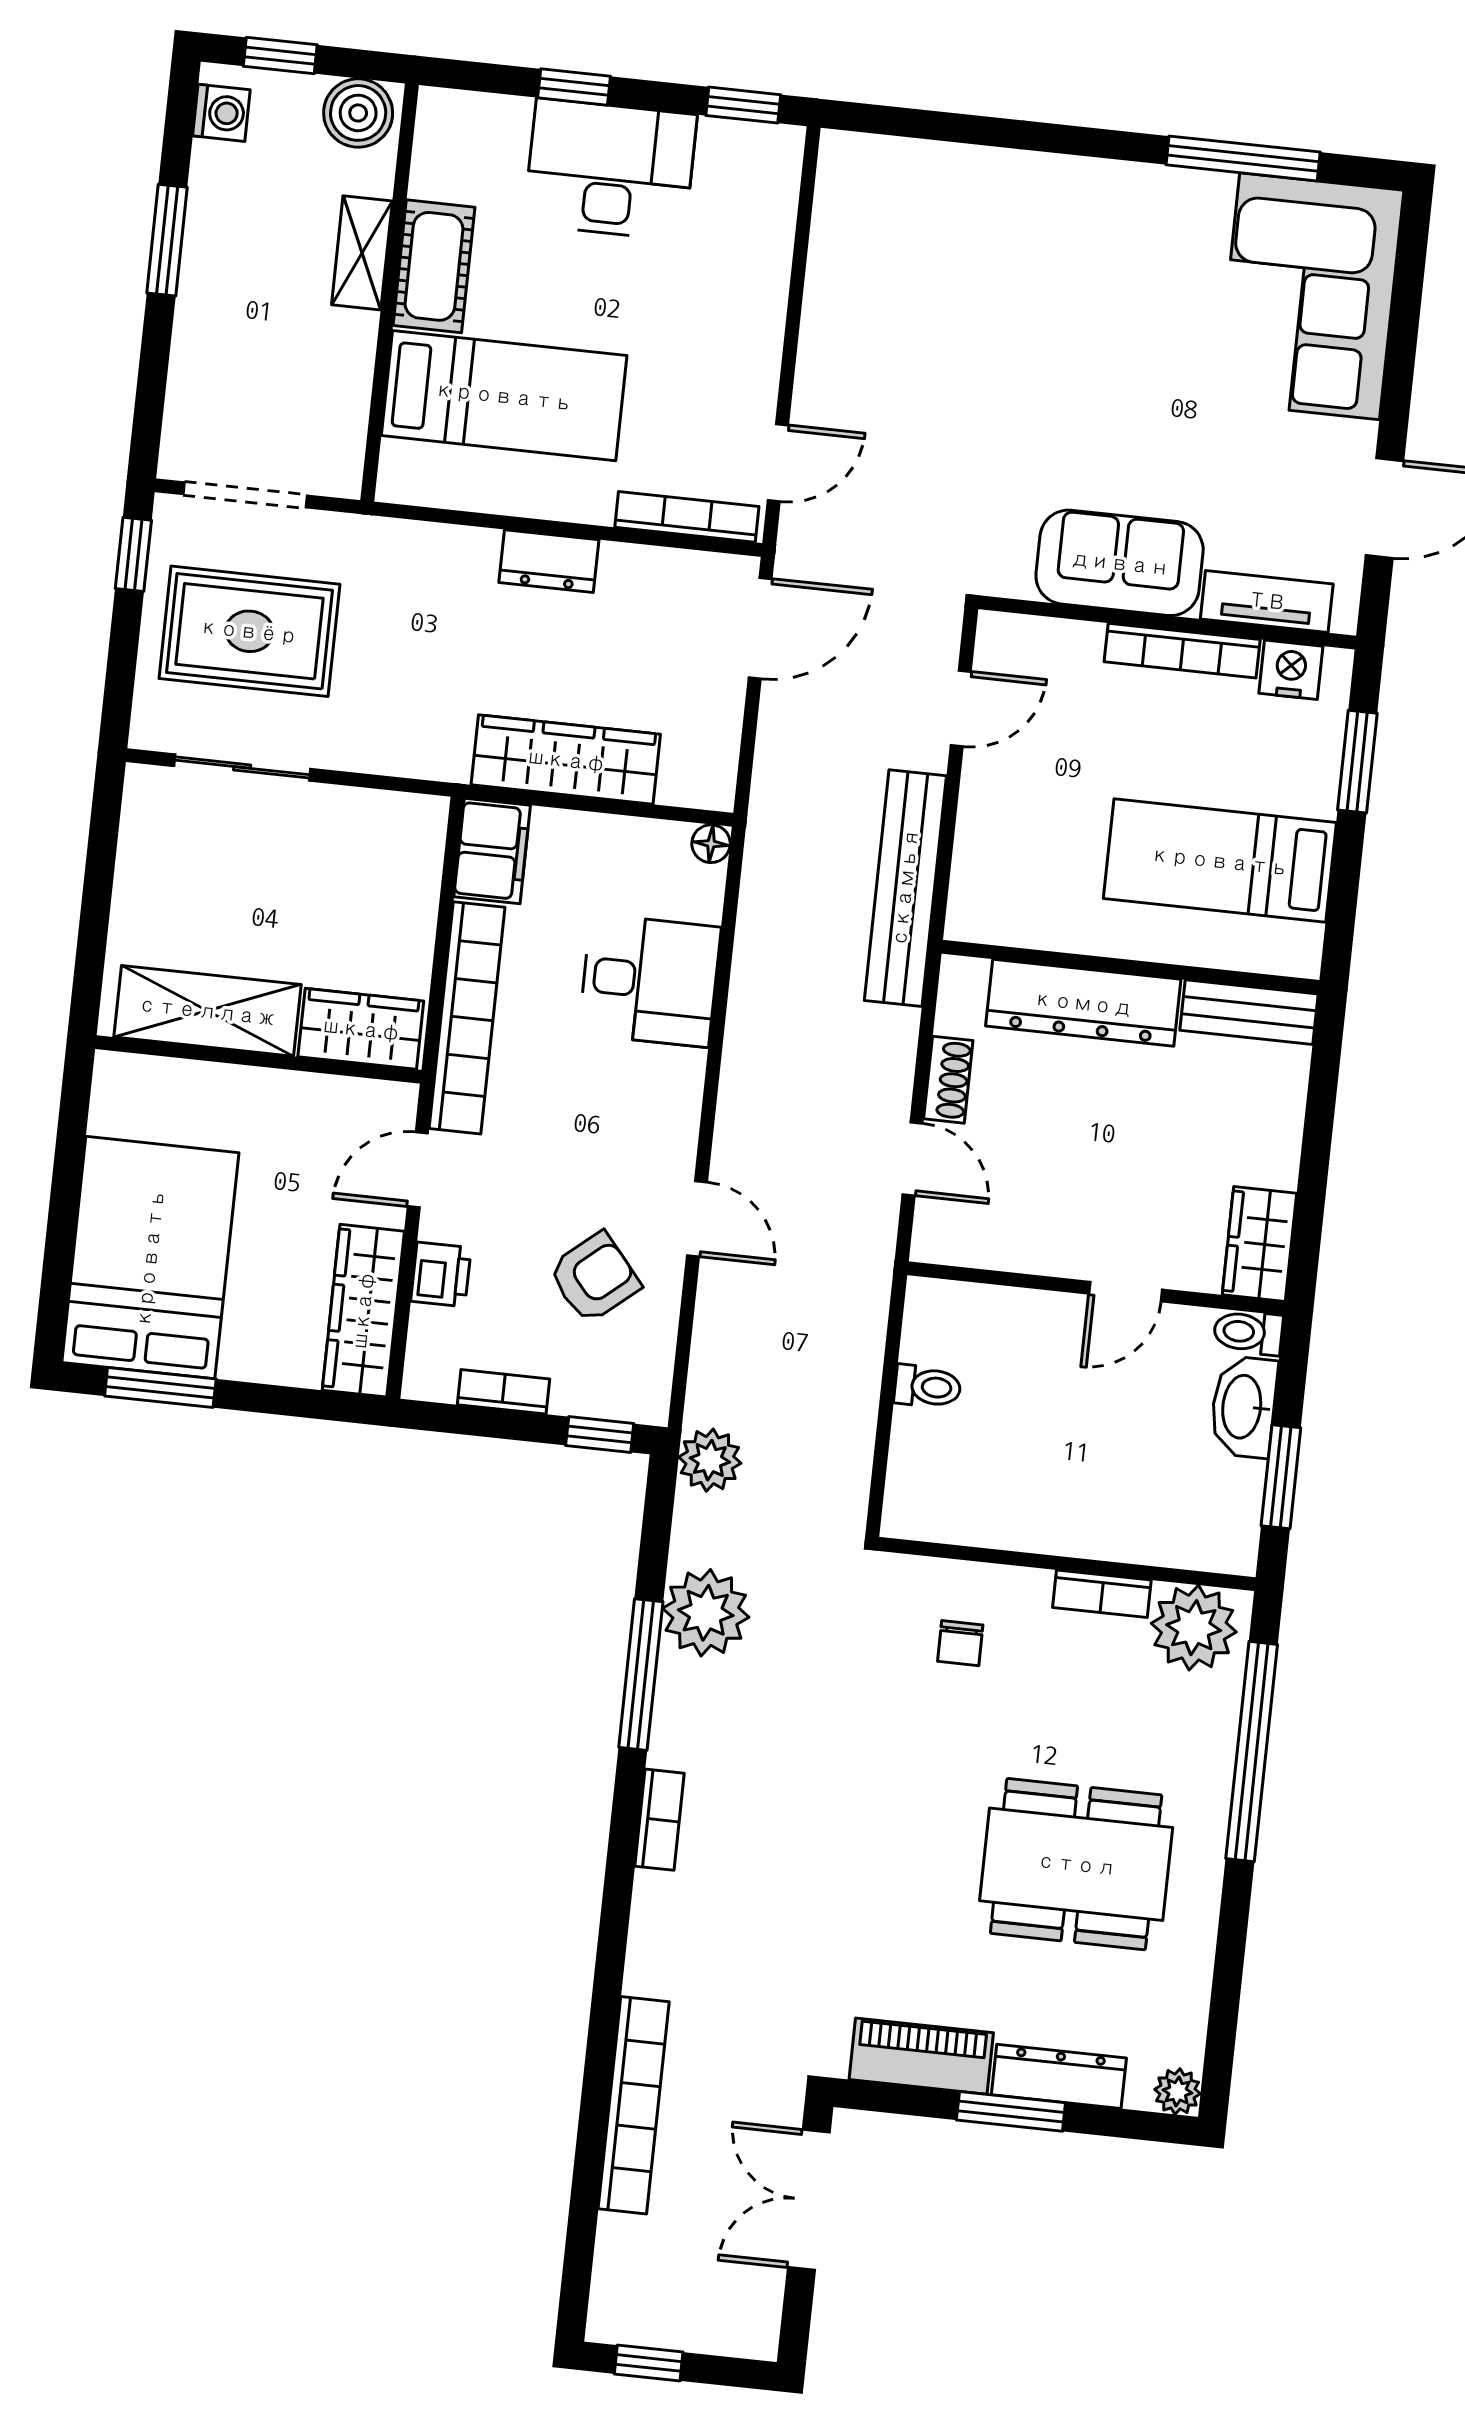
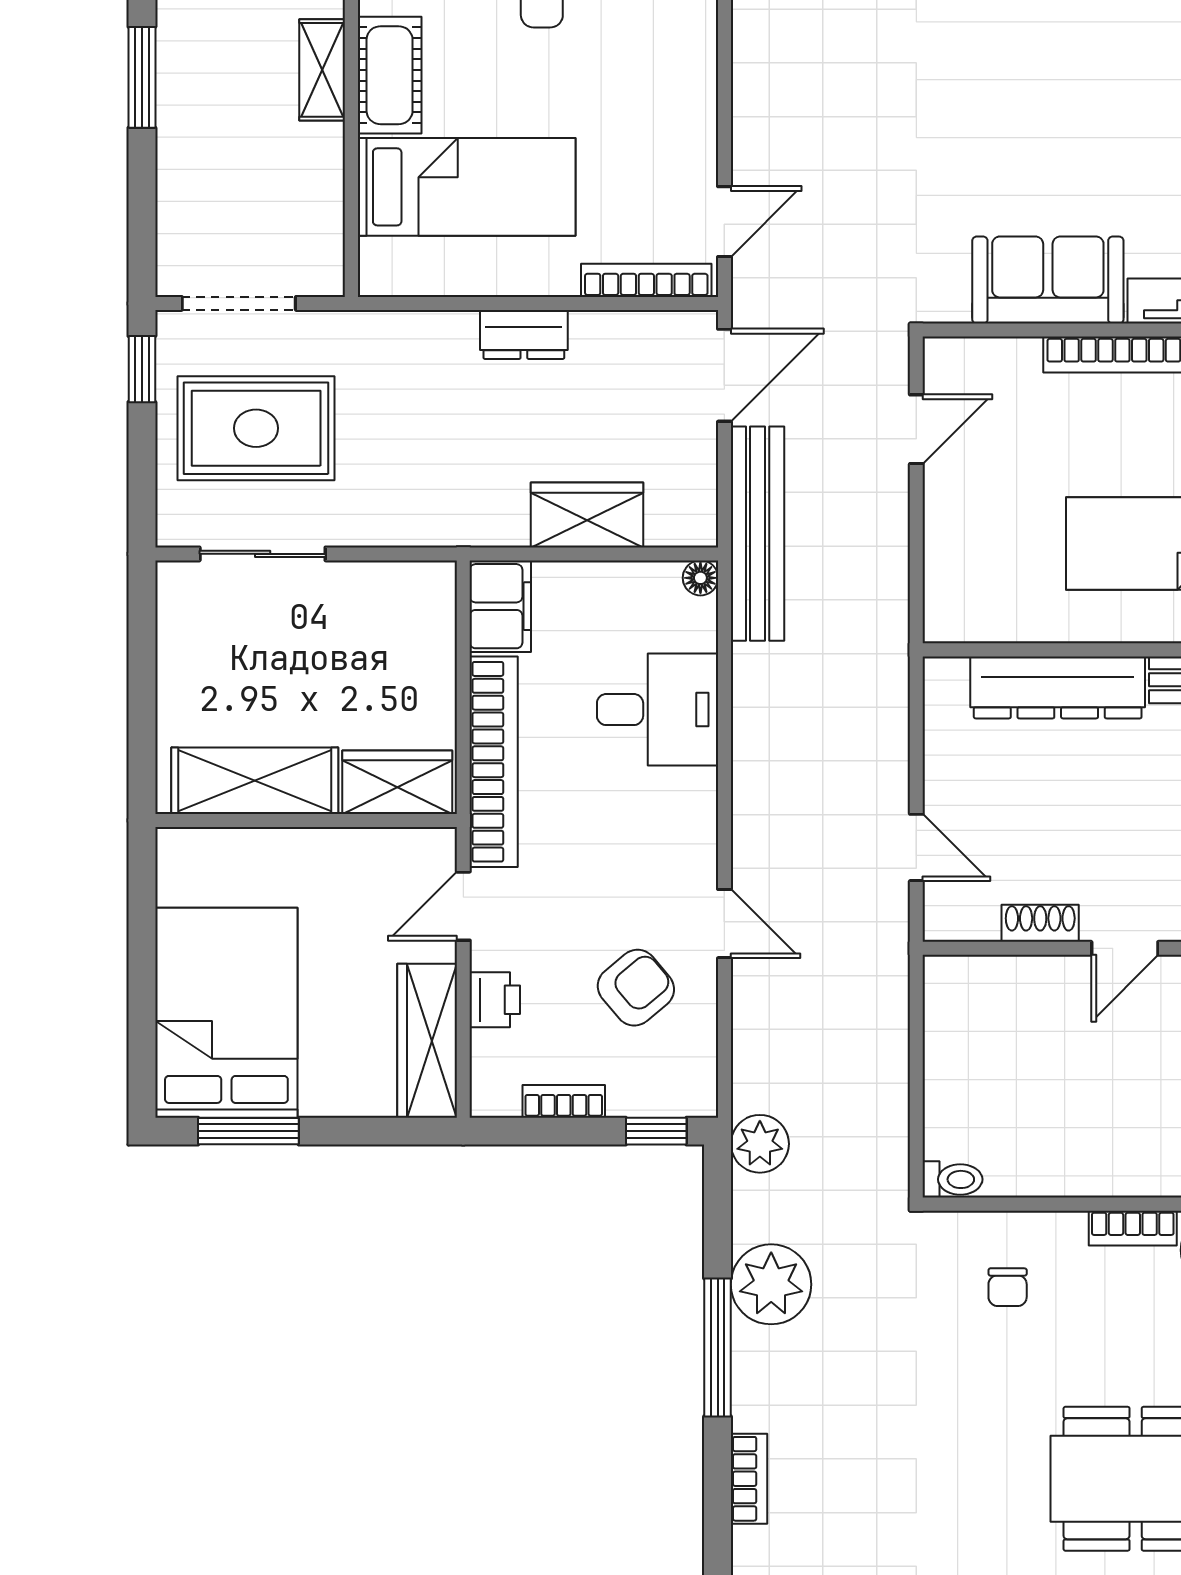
wardrobe: (566, 760) -> (587, 515), width x0.67
bench: (905, 888) -> (758, 534), moved
shoe rack: (948, 1080) -> (1040, 923), moved, turned -90
toilet: (928, 1387) -> (952, 1179), moved

